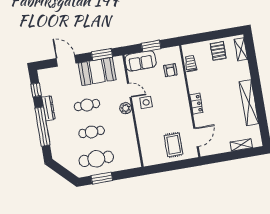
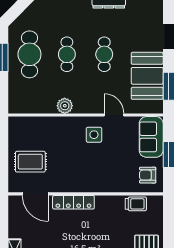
armchair: (170, 70) -> (148, 175), moved
door: (129, 90) -> (114, 115), swing flipped
locker: (196, 104) -> (73, 202), width x1.53
plant: (126, 108) -> (65, 106), moved

